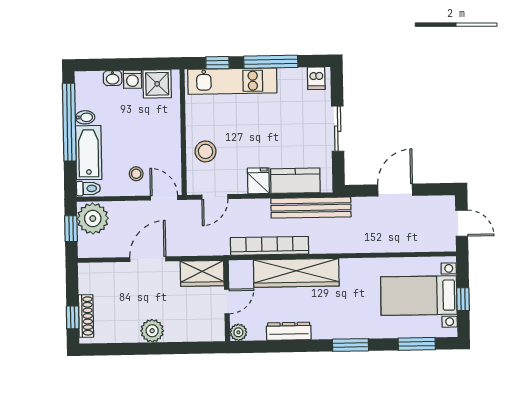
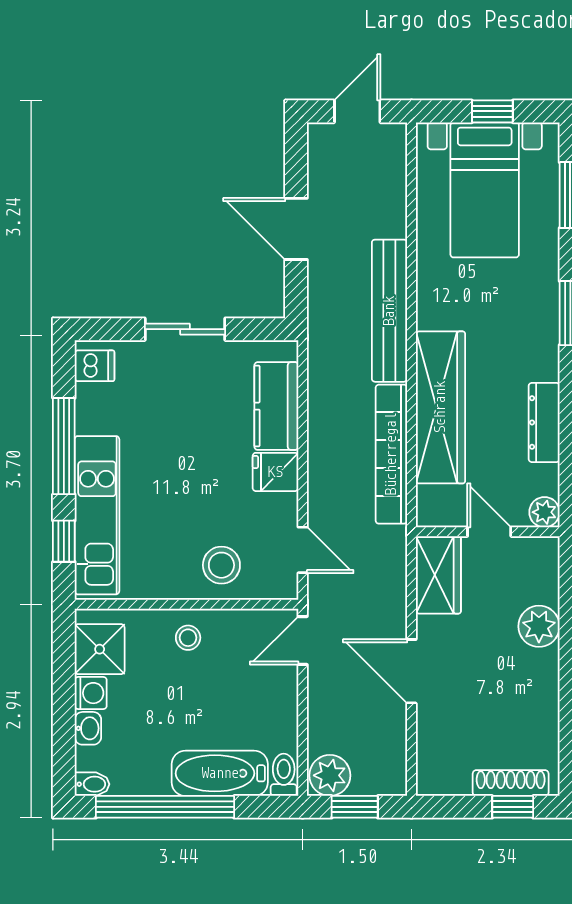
bidet: (85, 117) -> (92, 784), moved, turned 90
stool: (136, 174) -> (188, 638), moved
bench: (311, 208) -> (389, 311), moved
plant: (93, 219) -> (330, 775), width x0.73, depth x0.73
plant: (152, 331) -> (539, 626), moved

